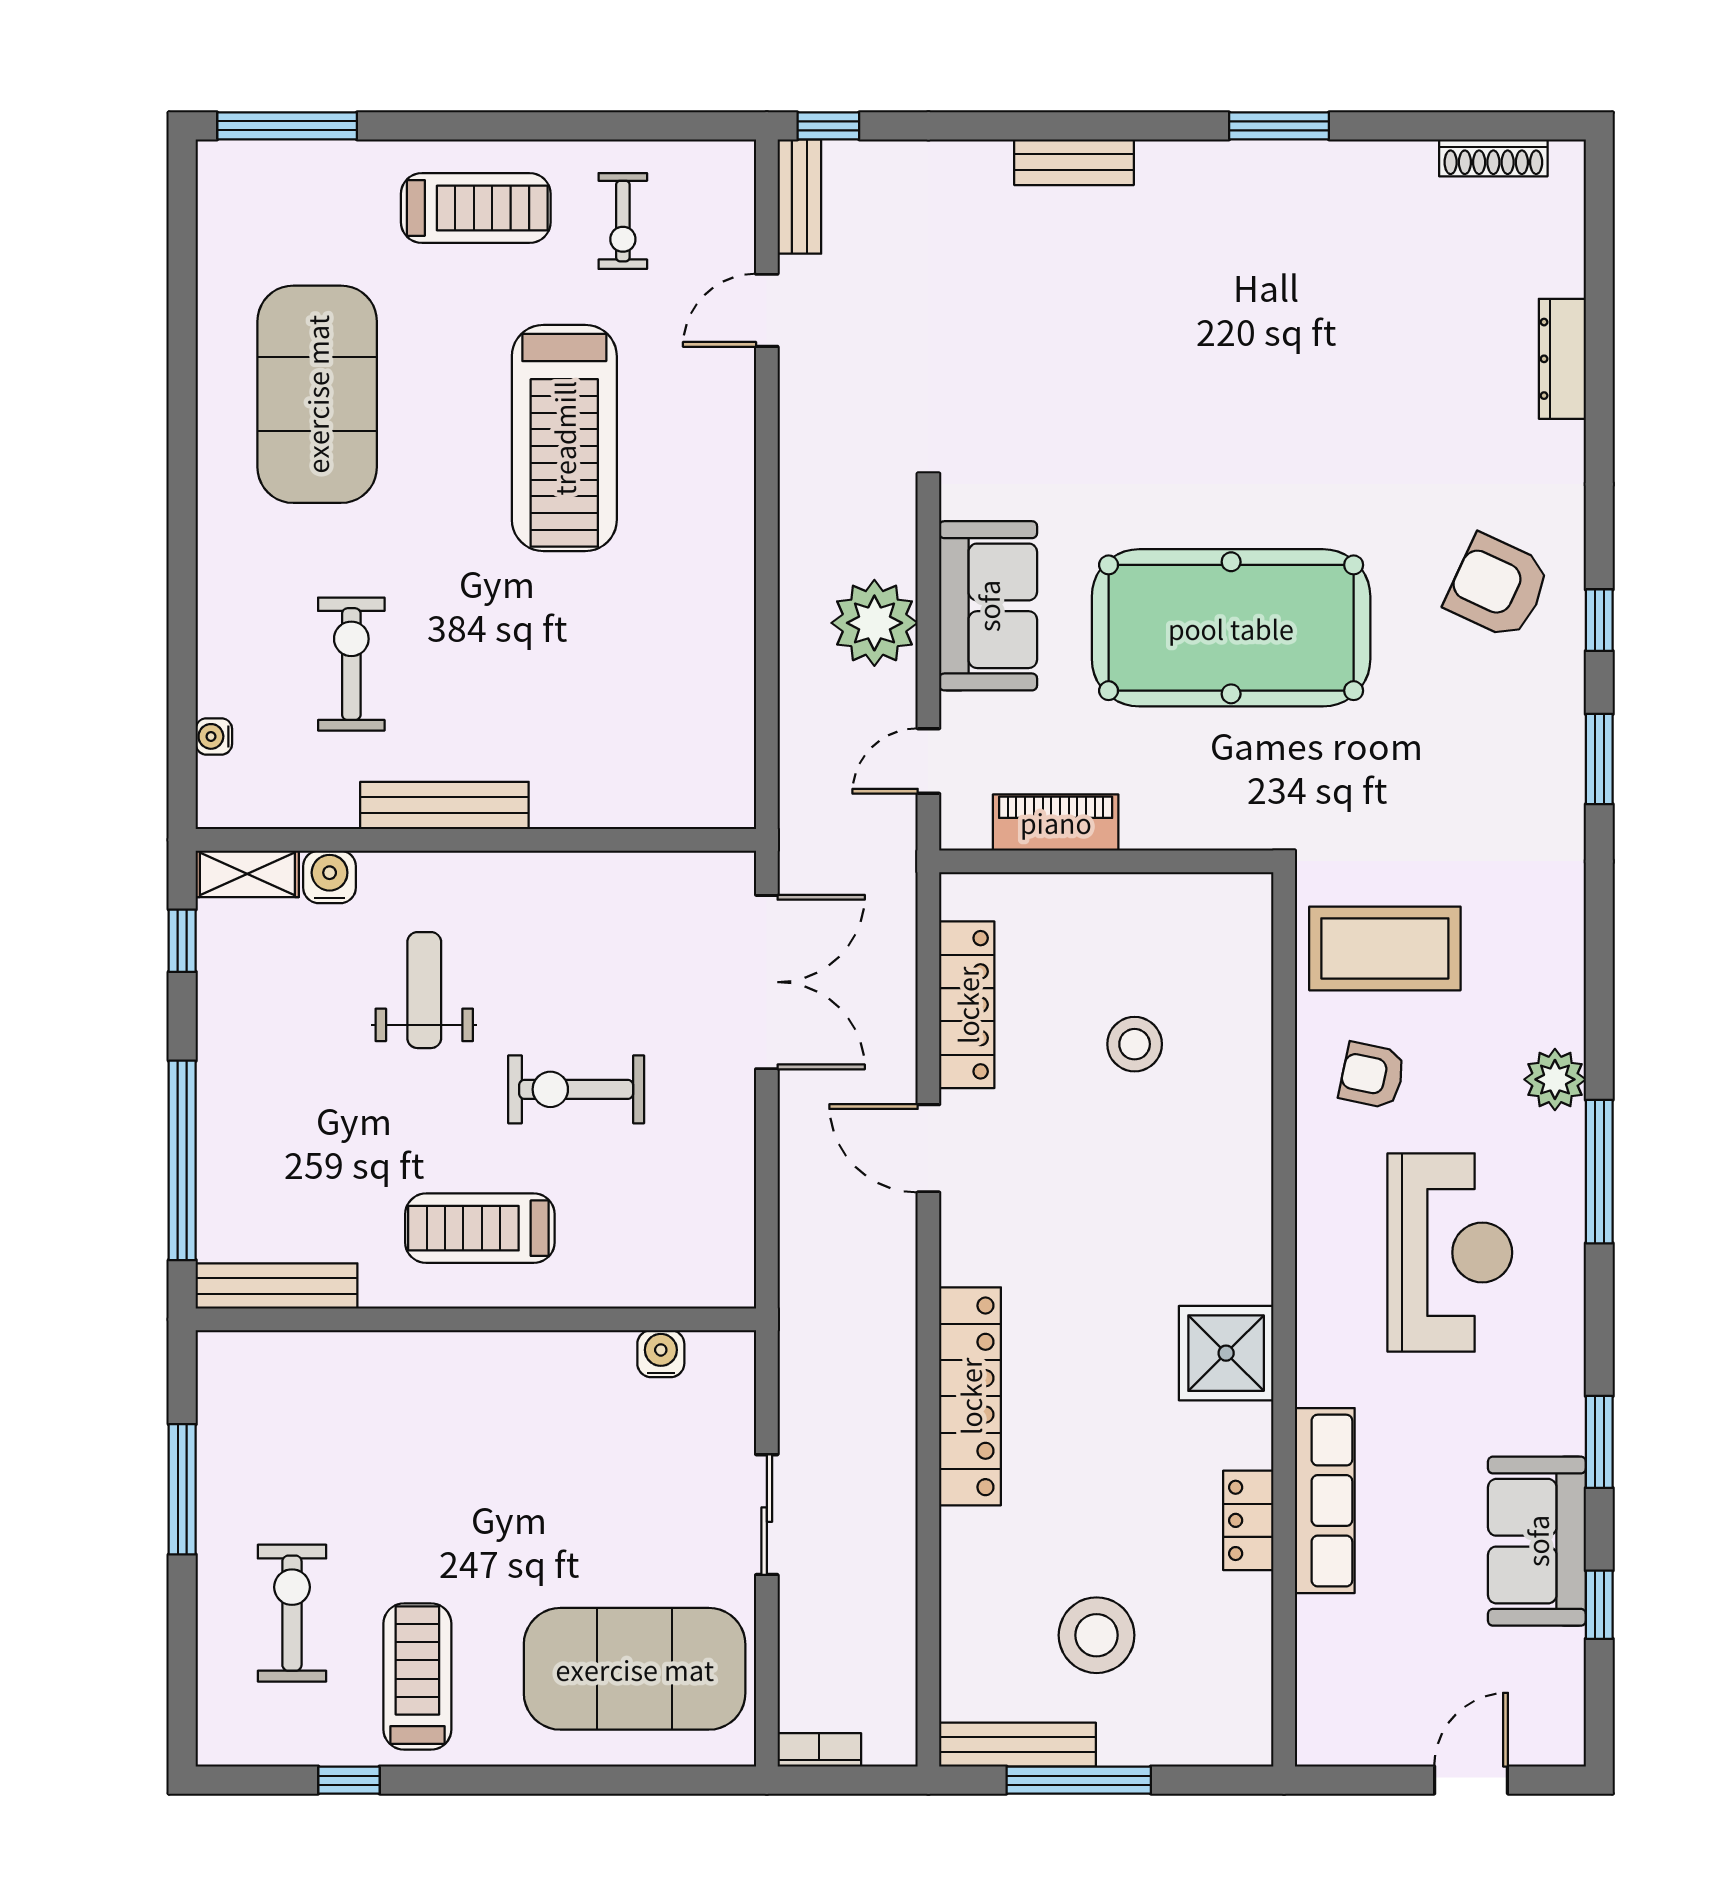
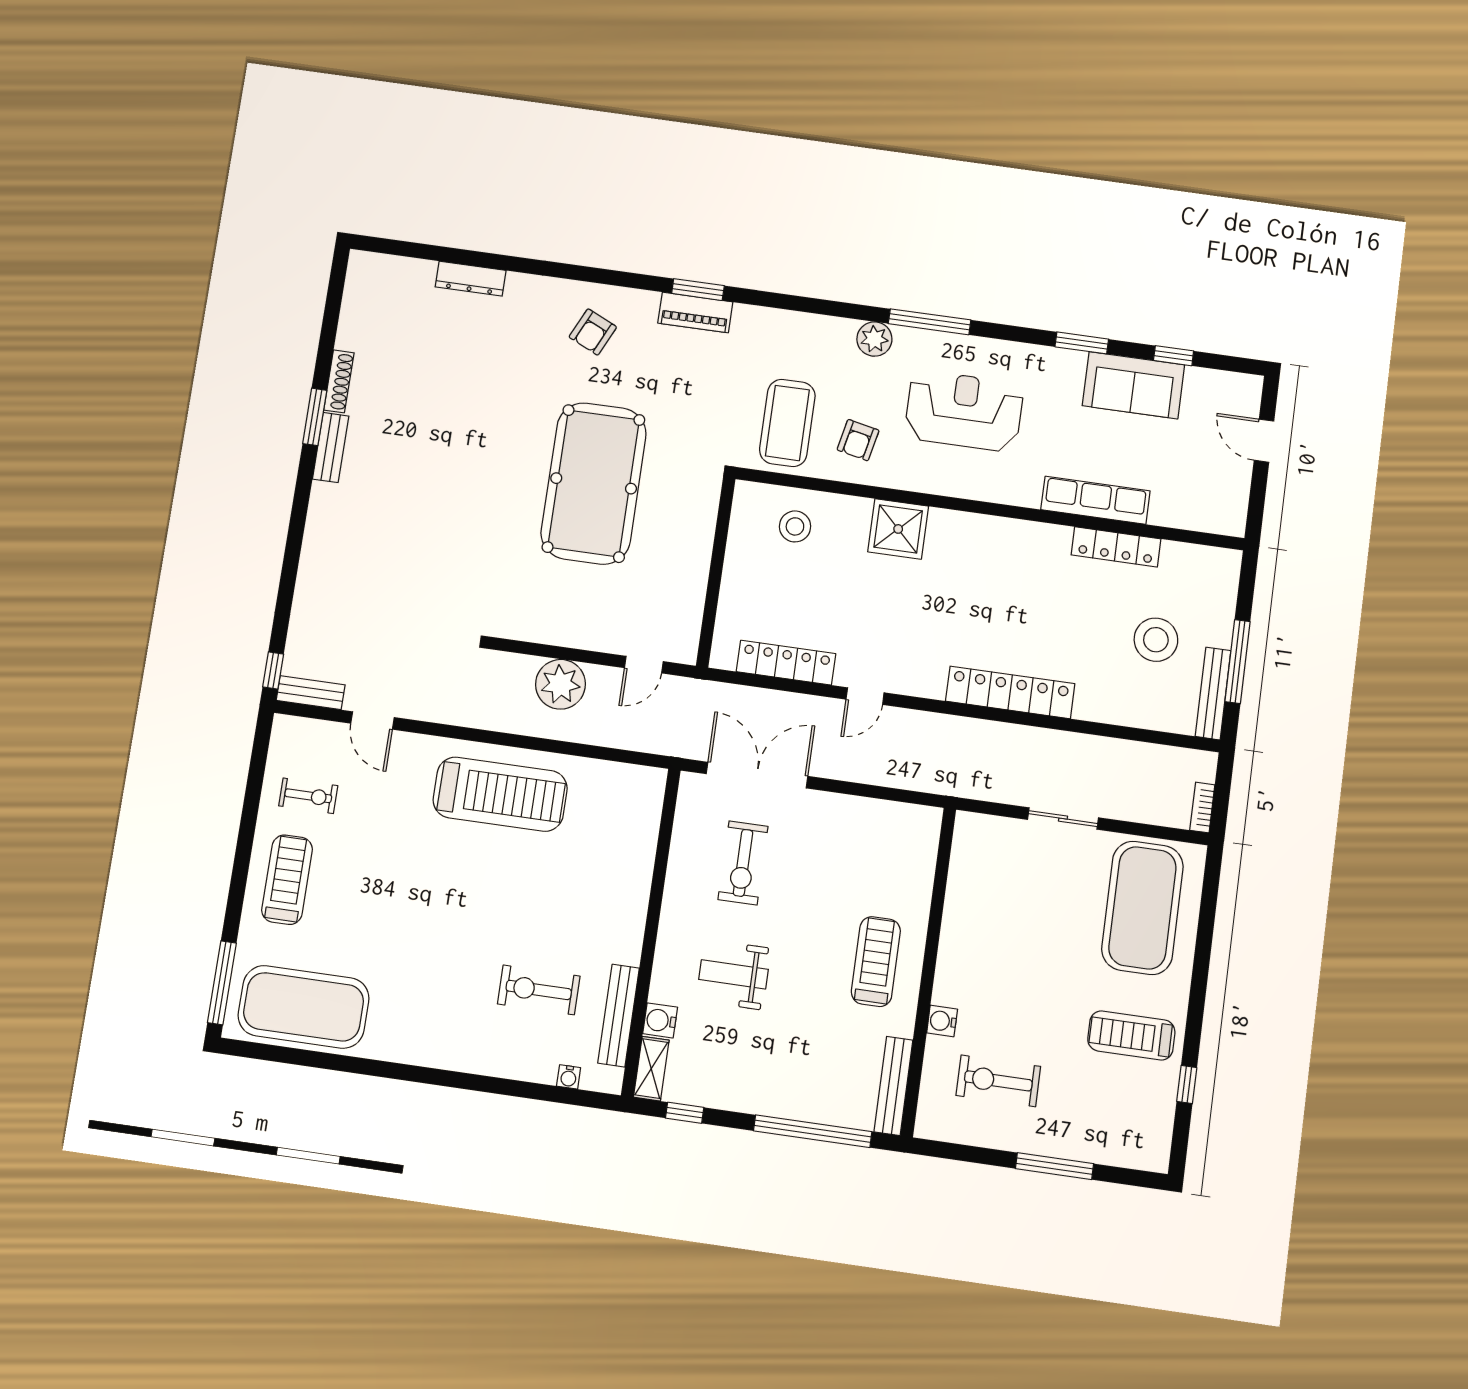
shoe rack: (1493, 158) -> (339, 381), moved
bench: (1074, 162) -> (331, 447), moved
exercise mat: (317, 394) -> (304, 1007), moved
treadmill: (564, 438) -> (500, 794), moved
armchair: (1498, 587) -> (593, 332), width x0.72, depth x0.72
sofa: (988, 606) -> (560, 618), removed
window: (1599, 620) -> (620, 279), removed
door: (928, 761) -> (644, 665), hinge flipped
bench: (444, 805) -> (618, 1016), moved
piano: (1056, 822) -> (695, 313), moved, turned -90
stool: (1135, 1044) -> (795, 526), moved
exercise bike: (576, 1089) -> (743, 863), moved
door: (928, 1148) -> (865, 696), width x0.73
treadmill: (480, 1228) -> (876, 962), turned 180
shower: (1226, 1353) -> (898, 529), moved
water cooler: (661, 1354) -> (942, 1021), moved
window: (182, 1489) -> (1055, 1166), moved
locker: (1248, 1520) -> (1116, 547), width x1.53
exercise bike: (292, 1613) -> (998, 1081), moved

